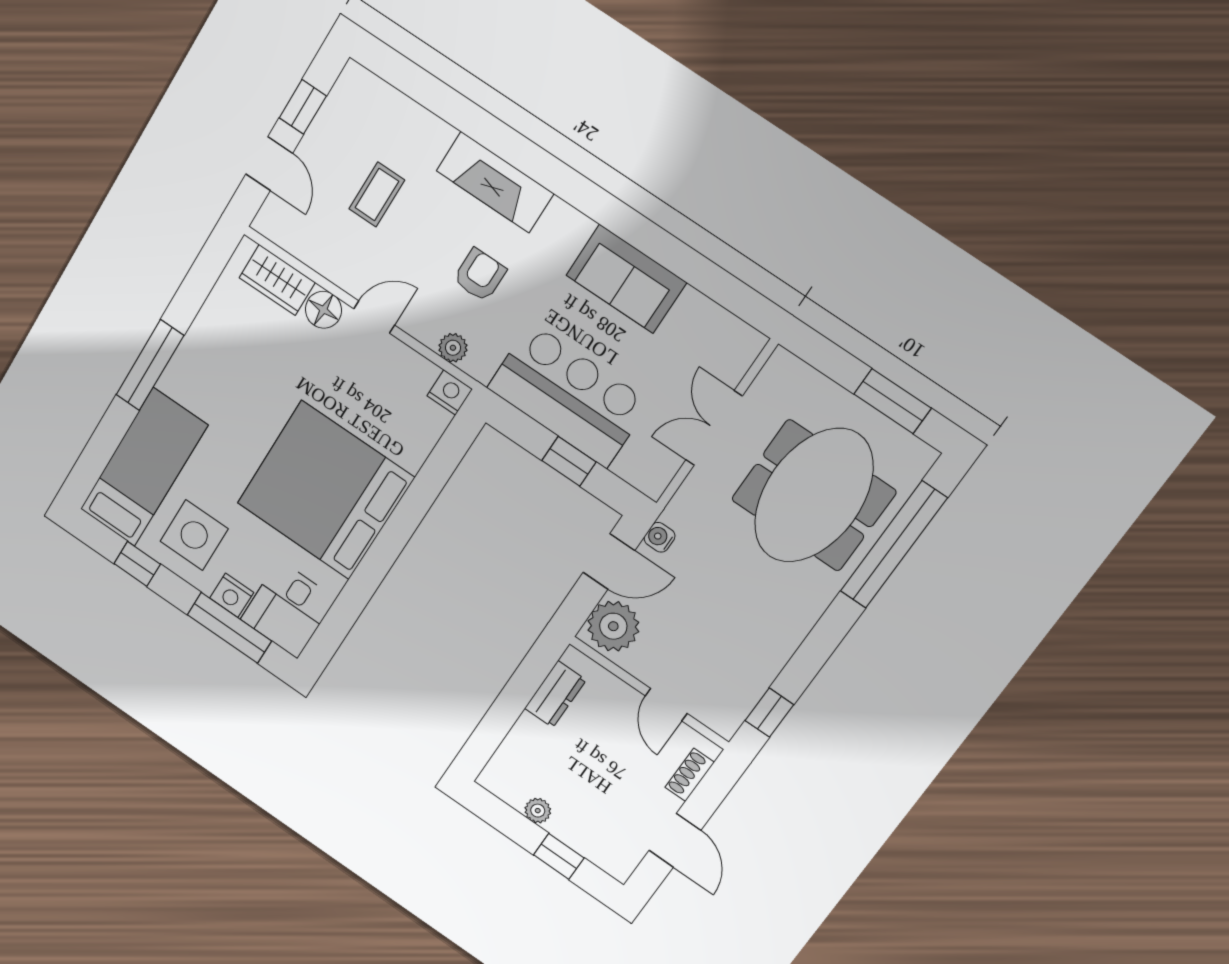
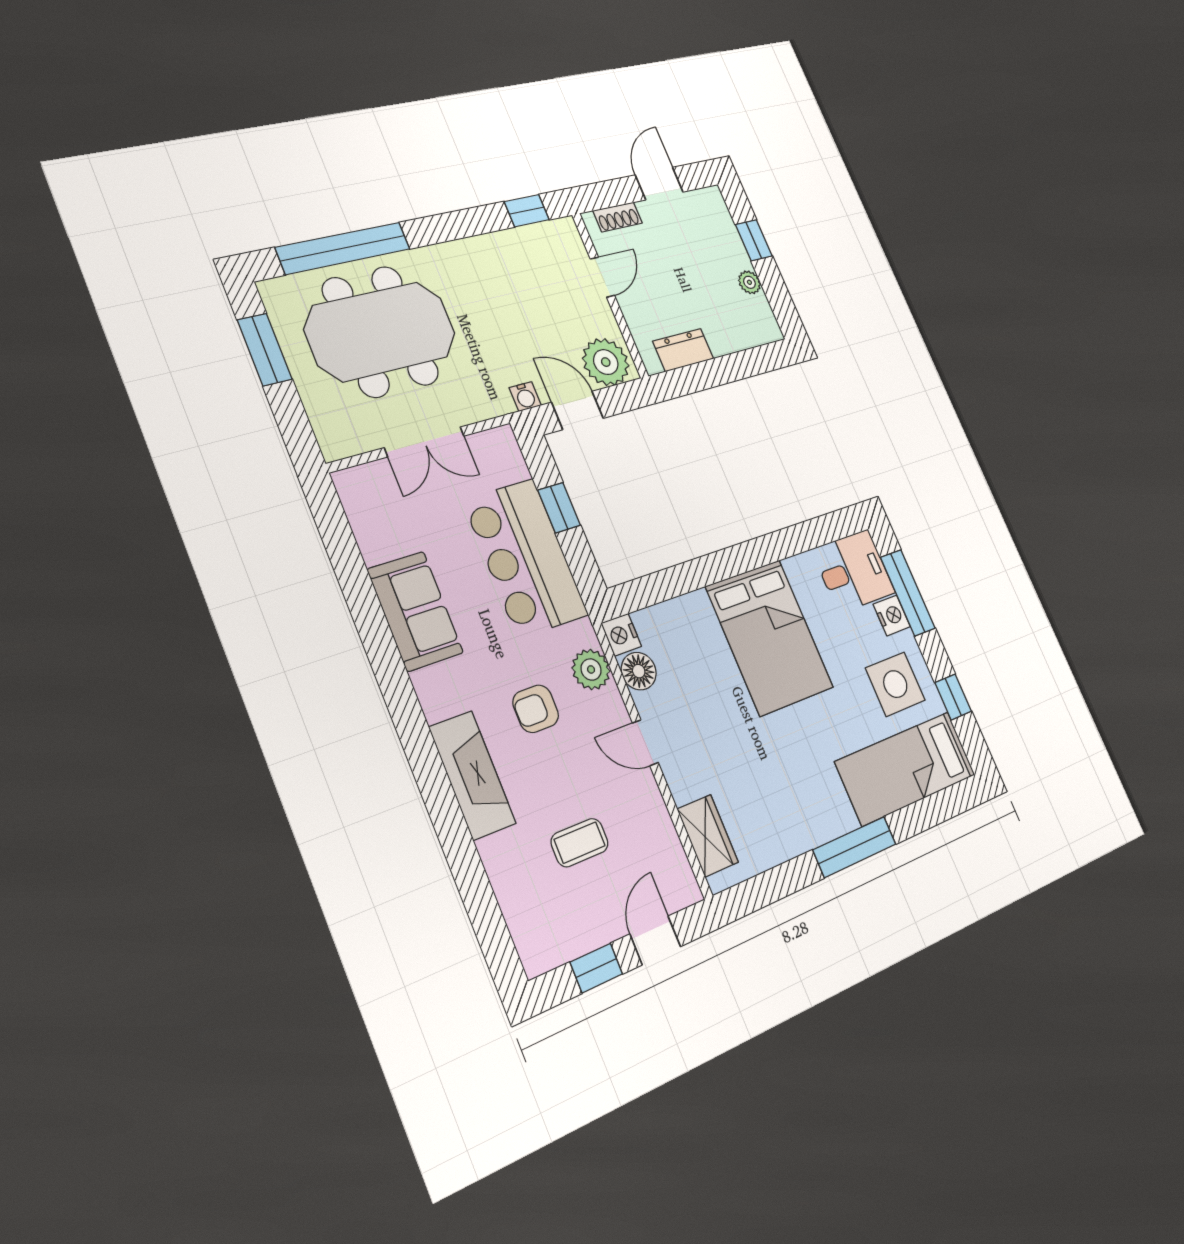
floor lamp: (323, 310) -> (639, 671), moved
plant: (453, 348) -> (591, 669), width x1.38, depth x1.38
bed: (325, 490) -> (770, 637), width x0.73

